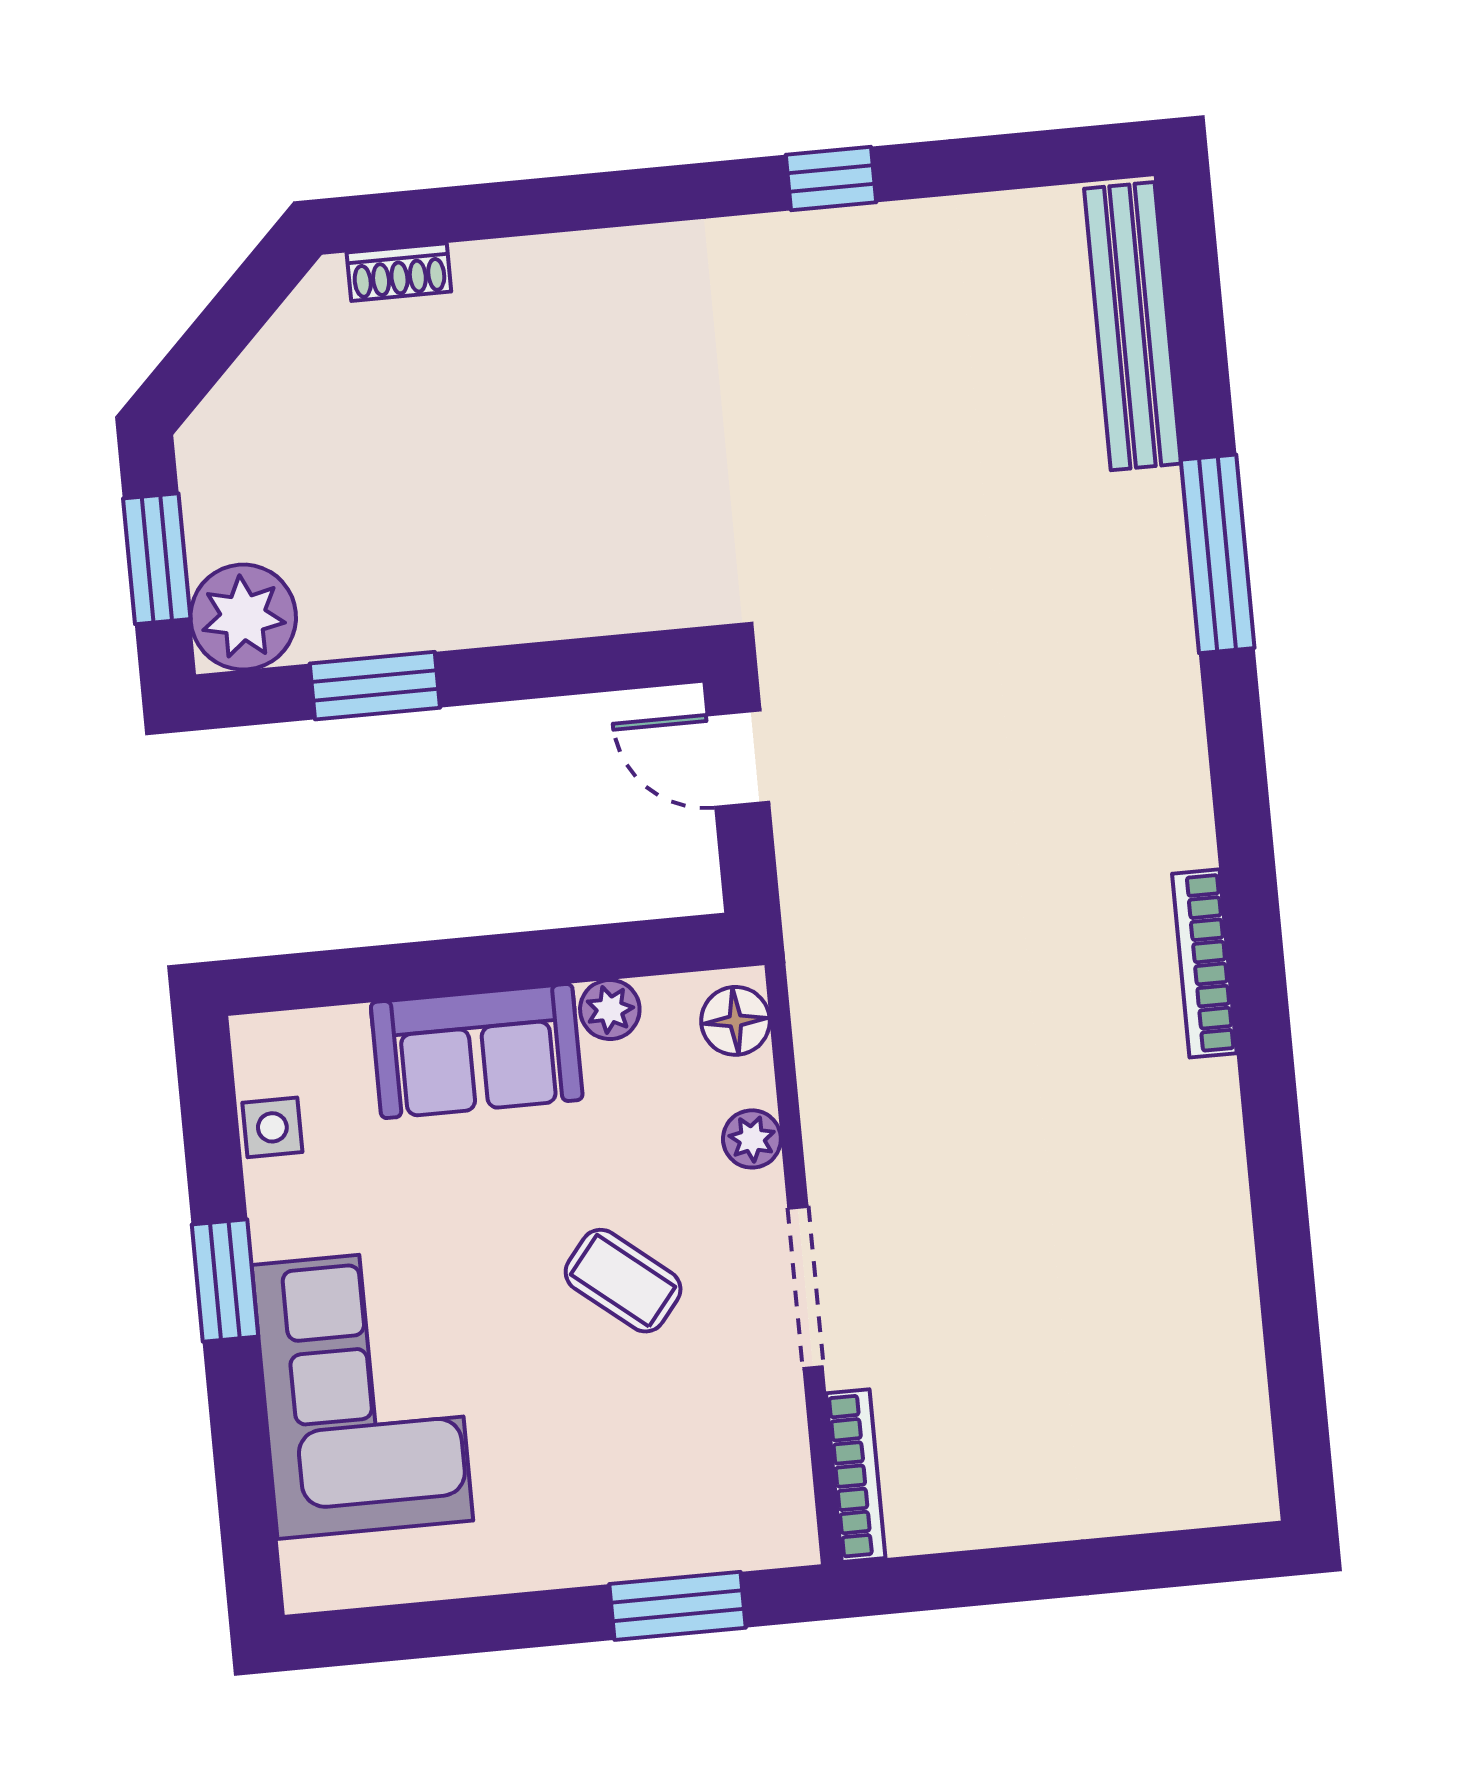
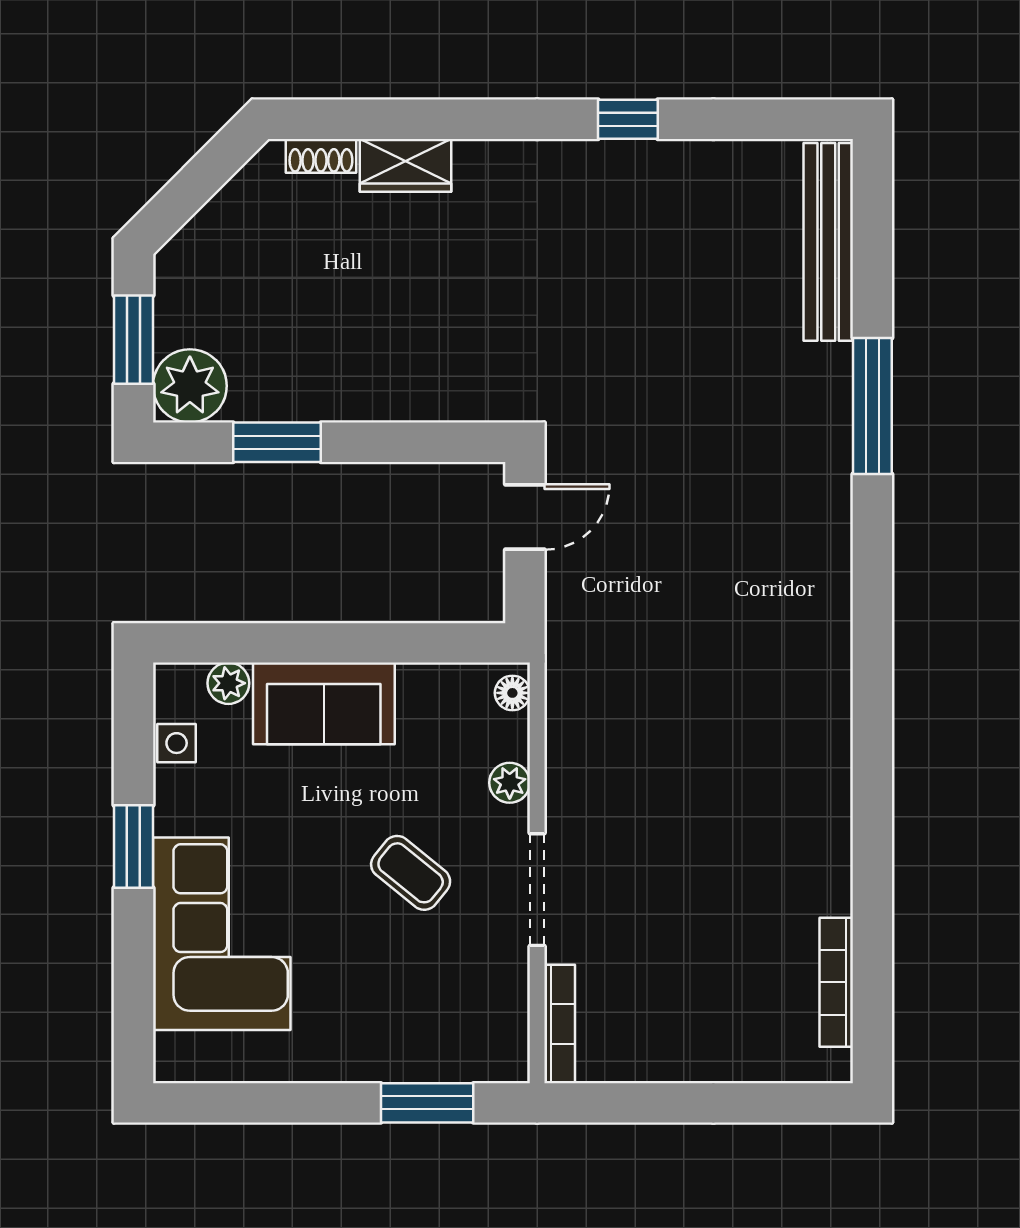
wardrobe: (521, 274) -> (406, 165), added
door: (738, 759) -> (525, 517), swing flipped
bookcase: (1204, 963) -> (836, 982), moved
plant: (610, 1010) -> (228, 683), moved
floor lamp: (735, 1021) -> (512, 693), width x0.73, depth x0.73

